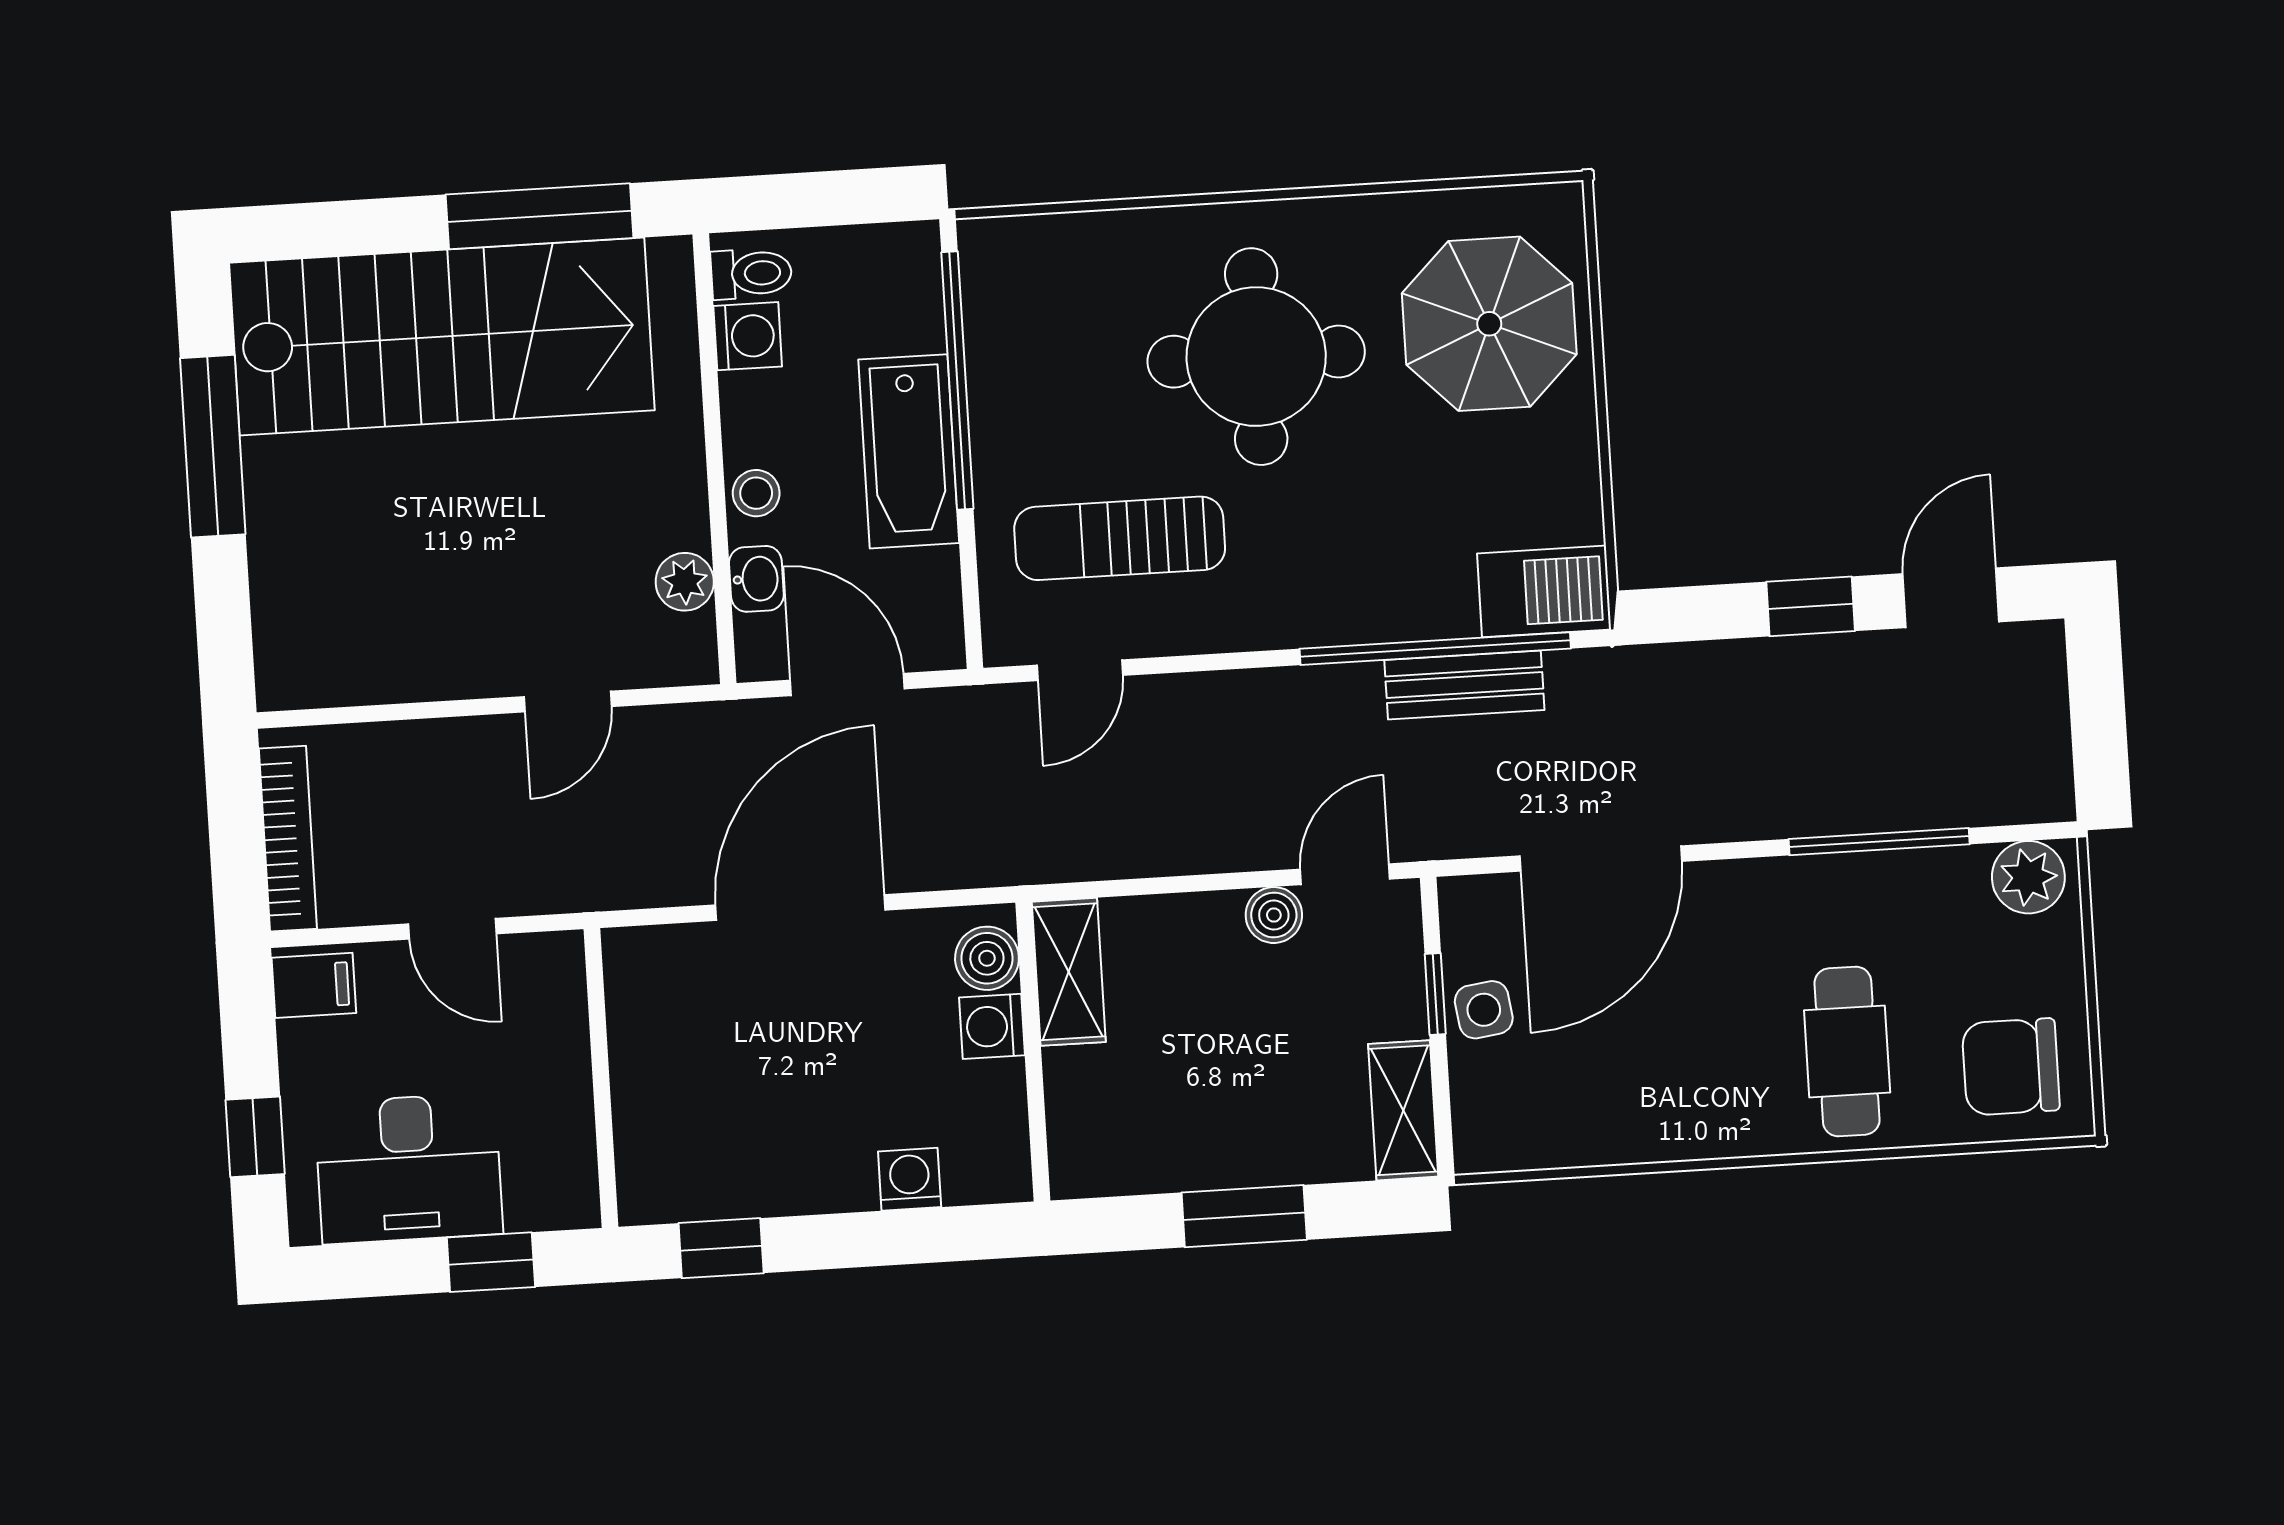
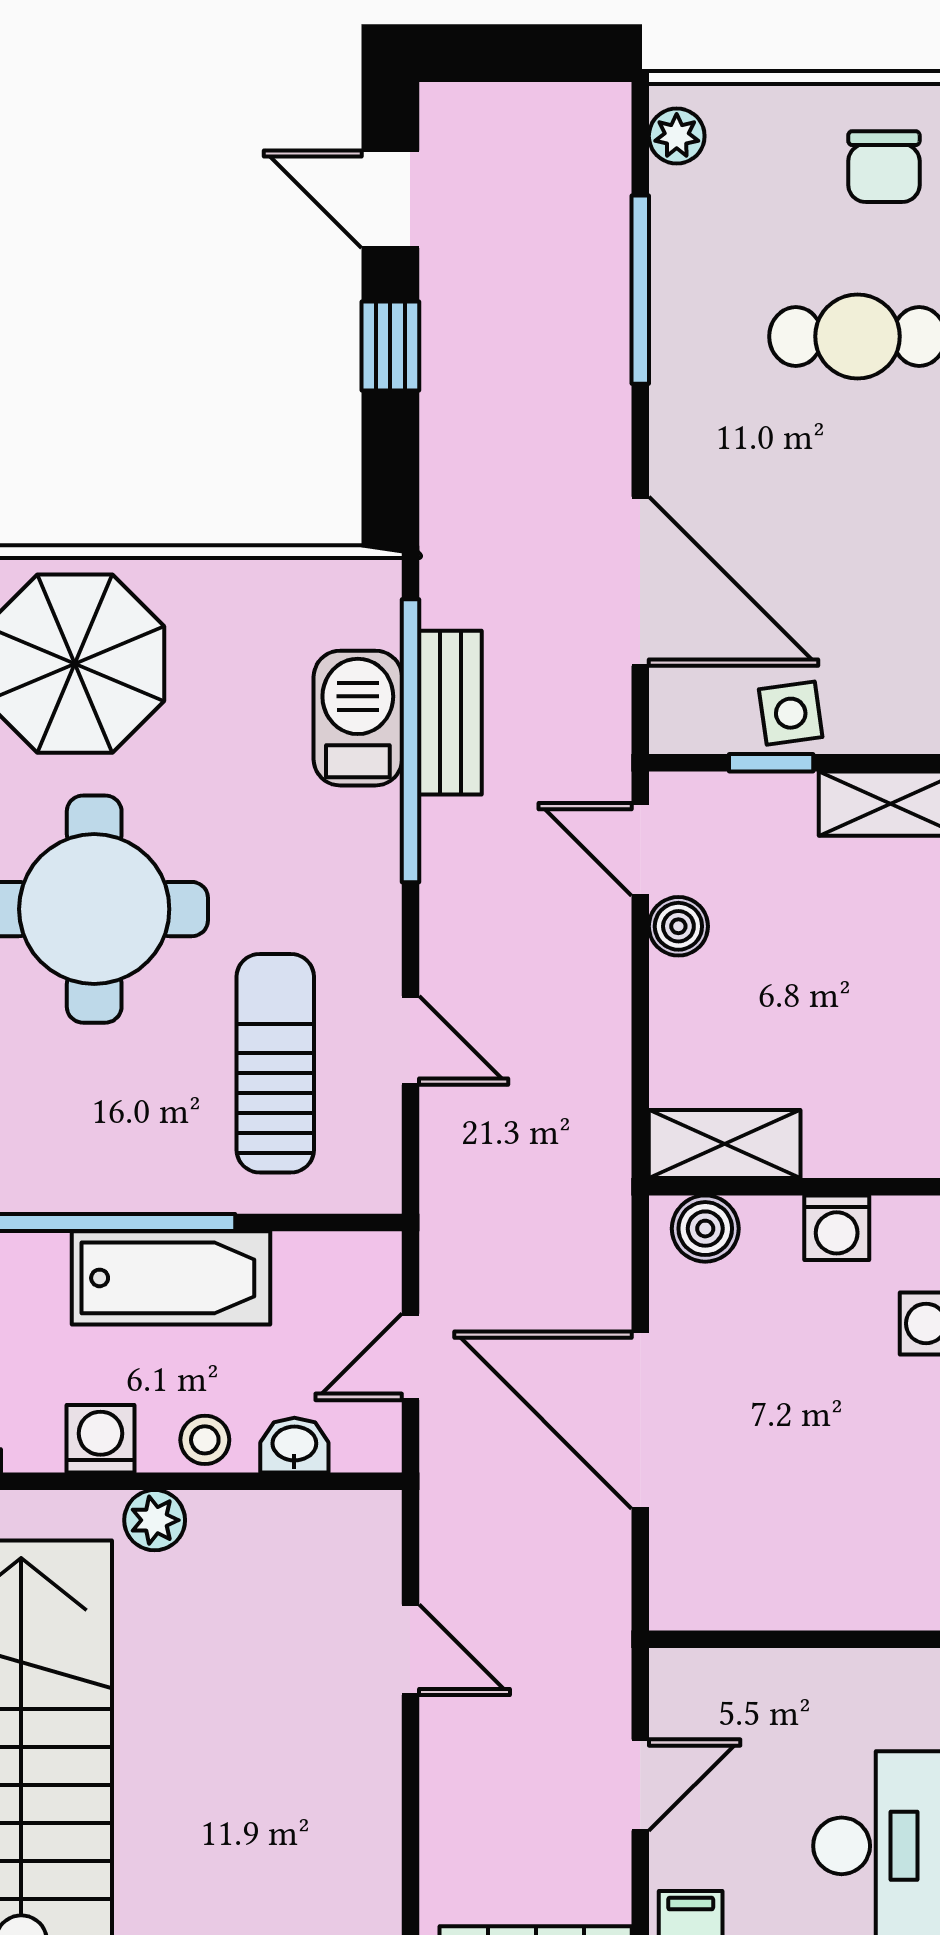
washing machine: (748, 336) -> (101, 1439), moved
sun lounger: (1120, 538) -> (275, 1063), turned 180
plant: (685, 582) -> (155, 1520), moved
barbecue: (1544, 591) -> (358, 718), moved
door: (1080, 670) -> (410, 1040), moved
door: (847, 684) -> (410, 1357), width x0.73
plant: (2028, 877) -> (677, 136), width x0.73, depth x0.73
washing machine: (992, 1026) -> (837, 1228), moved
chair: (2011, 1067) -> (884, 167), width x0.73, depth x0.73

